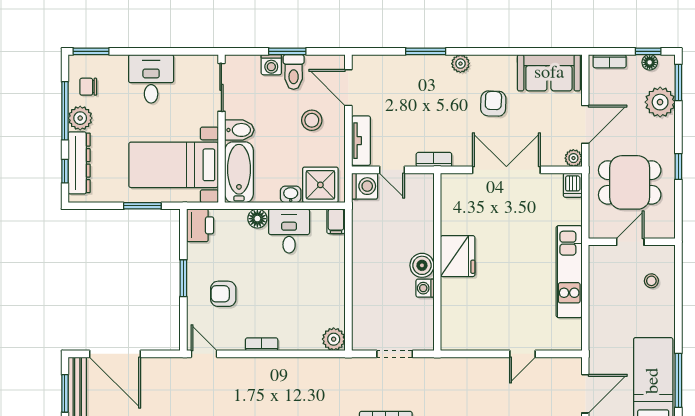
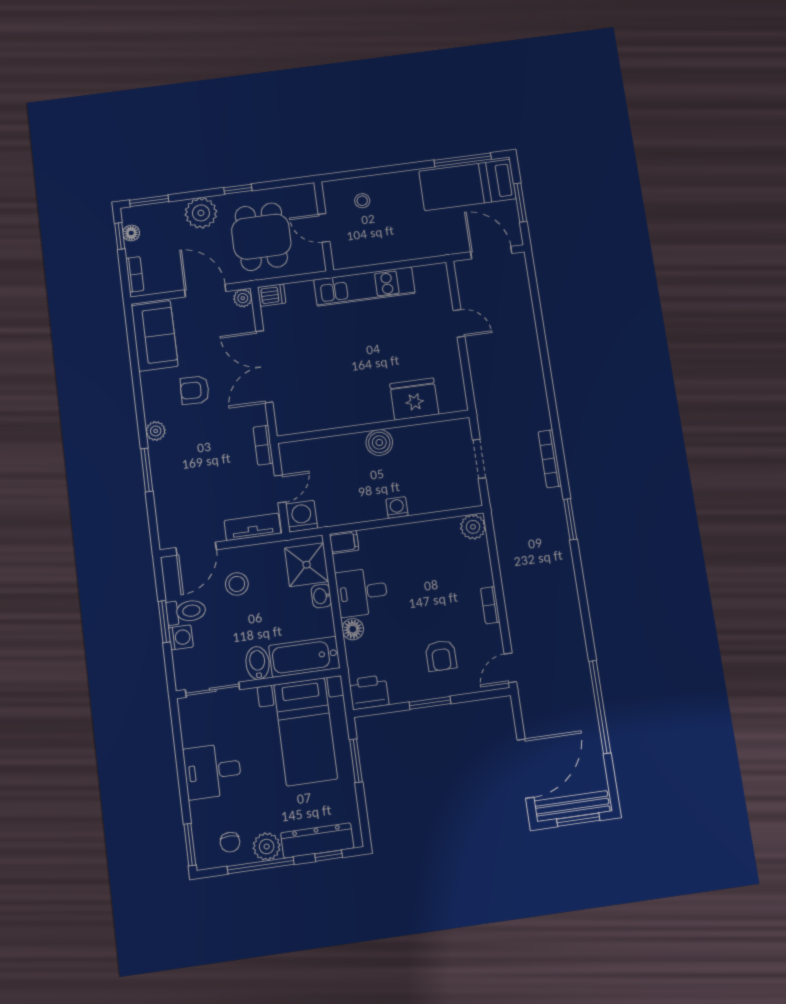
plant: (660, 102) -> (201, 213), moved
fridge: (458, 256) -> (414, 399), moved
washing machine: (425, 288) -> (397, 508), moved, turned 180

